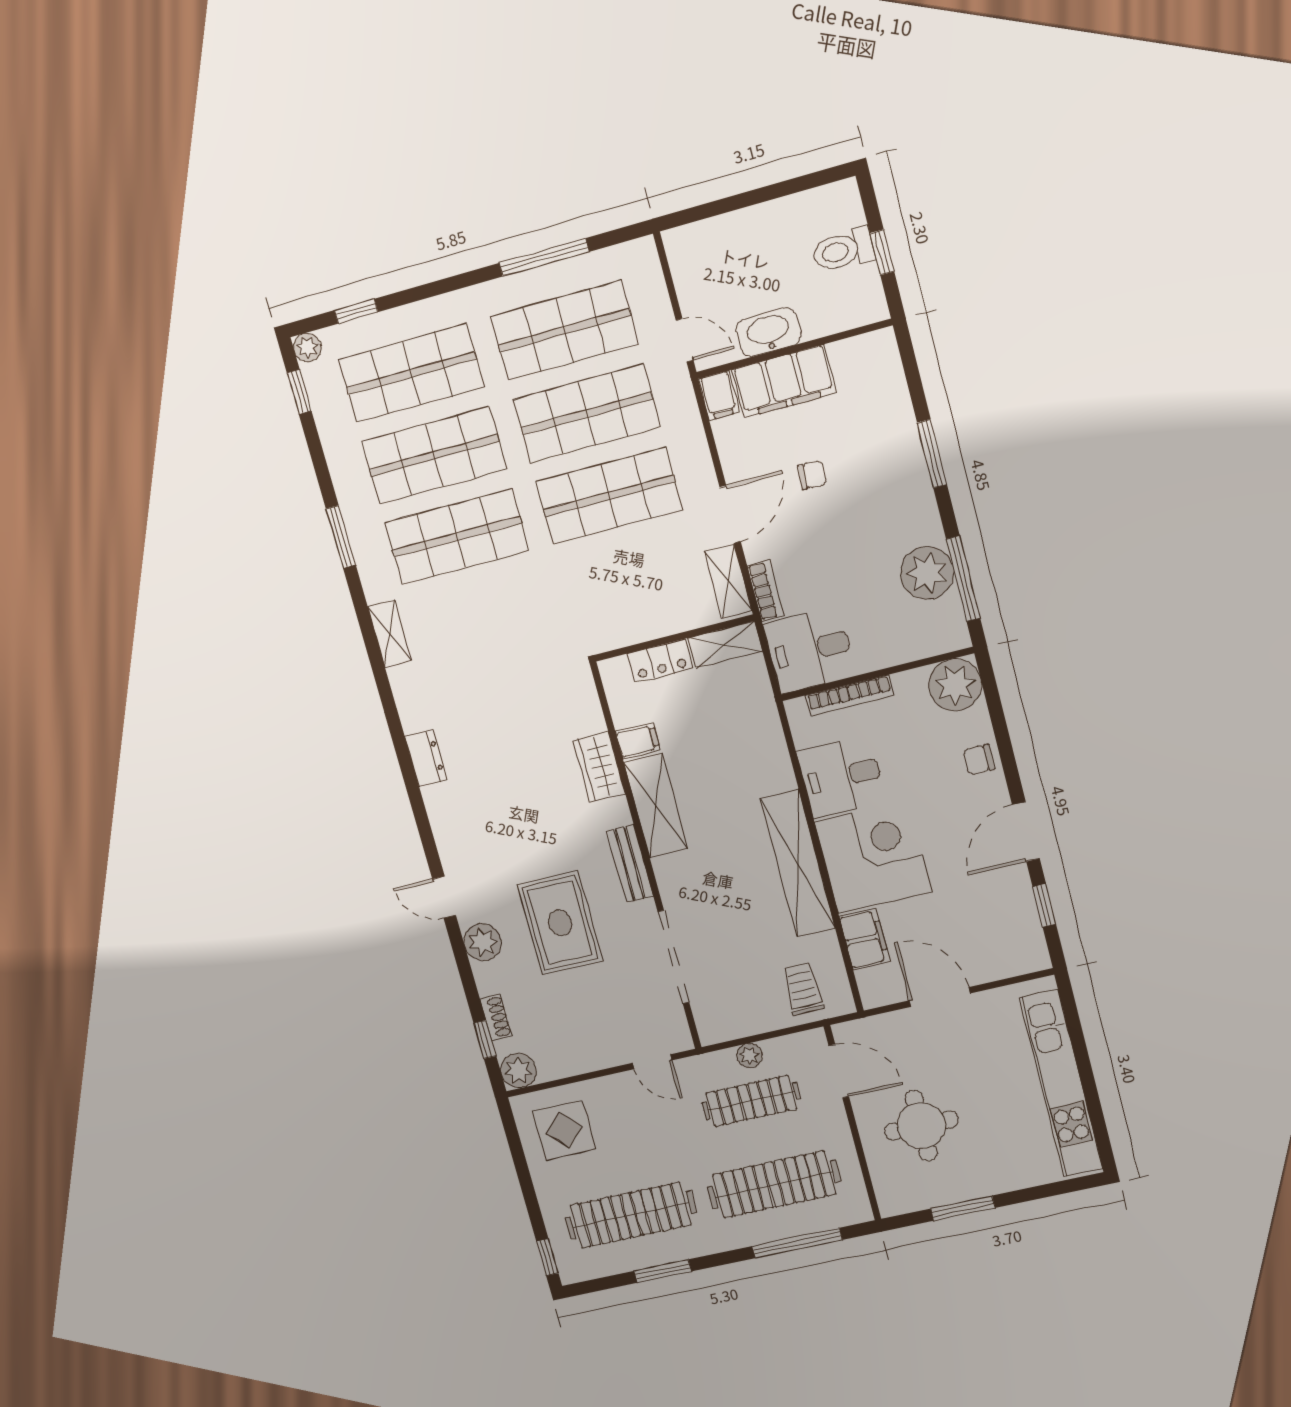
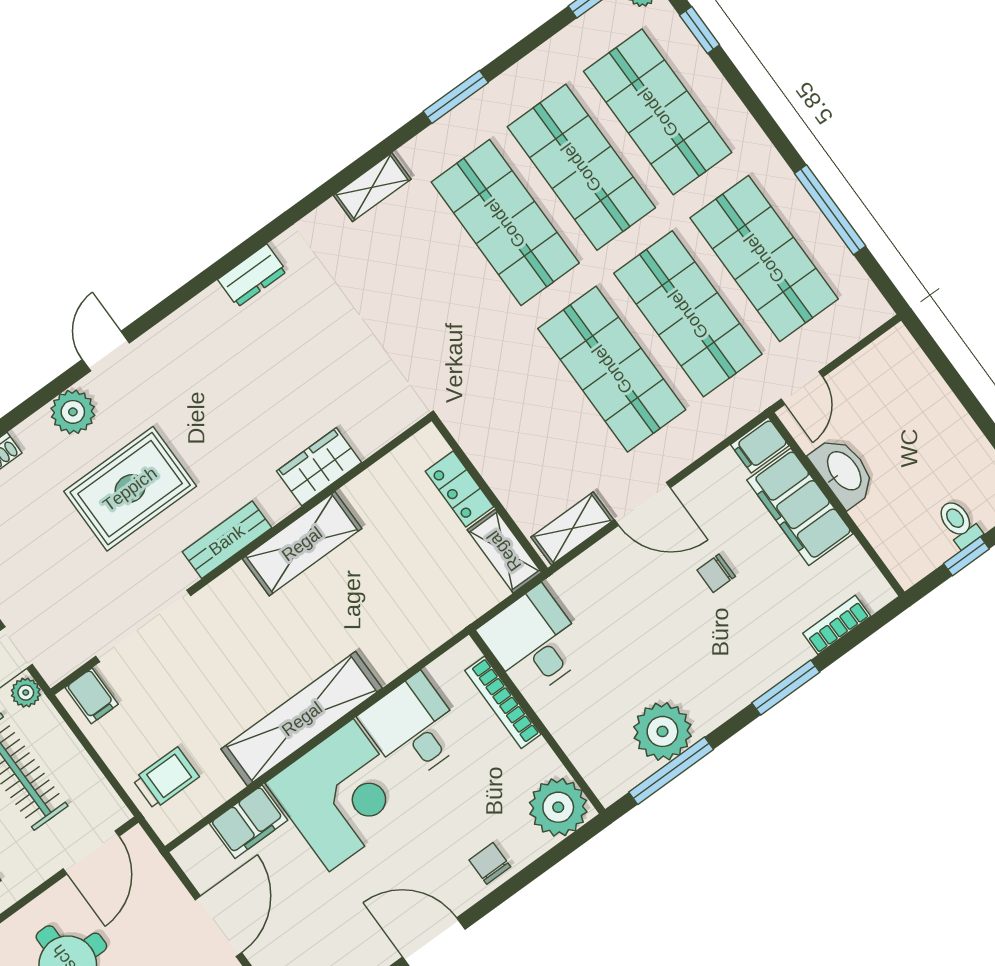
toilet: (843, 250) -> (959, 523), width x0.73, depth x0.72
chair: (812, 475) -> (716, 573), turned 87
bookcase: (766, 591) -> (837, 625), moved, turned 180
filing cabinet: (638, 741) -> (92, 696), moved
plant: (750, 1056) -> (26, 693), moved

